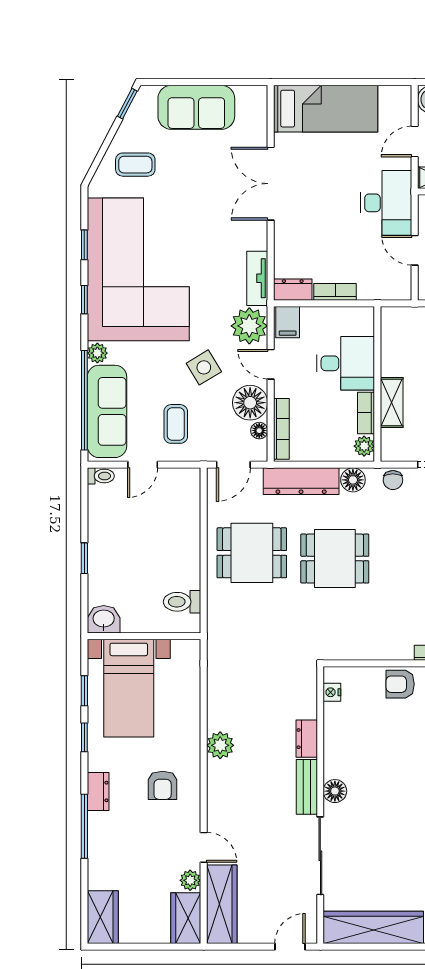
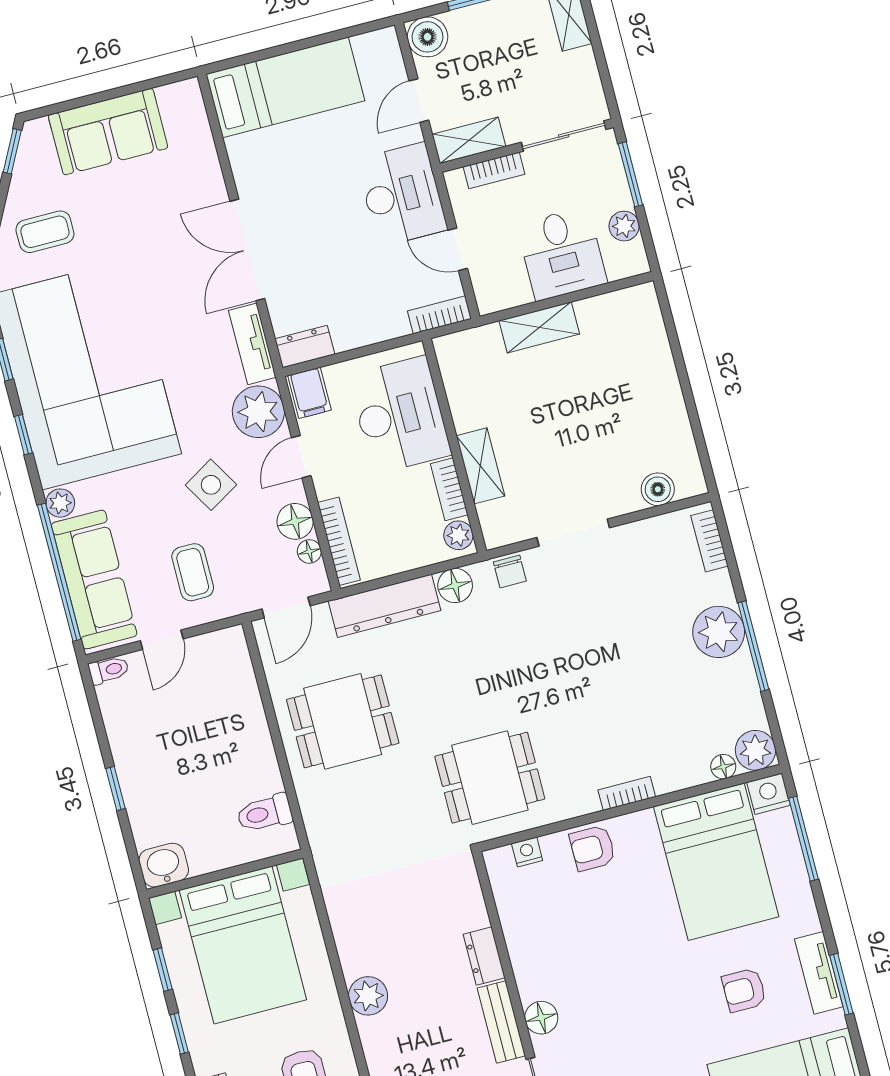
double door: (271, 184) -> (247, 250), moved
bookcase: (335, 292) -> (439, 315), moved
desk: (346, 363) -> (400, 415), width x1.37
door: (271, 364) -> (301, 457), hinge flipped
floor lamp: (250, 403) -> (295, 521), width x0.73, depth x0.73
dining table: (335, 559) -> (490, 778), moved
bed with nightstands: (129, 688) -> (243, 945), width x1.36
nightstand: (332, 692) -> (527, 852), moved, turned 90

